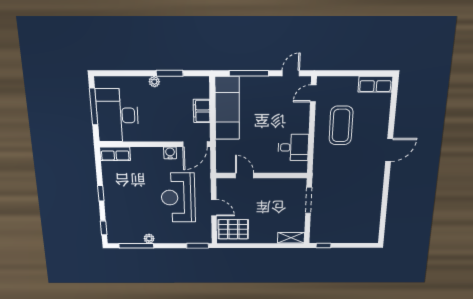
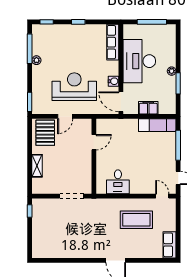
exam couch: (227, 108) -> (157, 125), width x0.73, depth x0.69
desk: (117, 115) -> (139, 61), moved, turned -90
row of seats: (115, 154) -> (113, 42), width x1.48
shelving: (291, 238) -> (37, 166), moved

